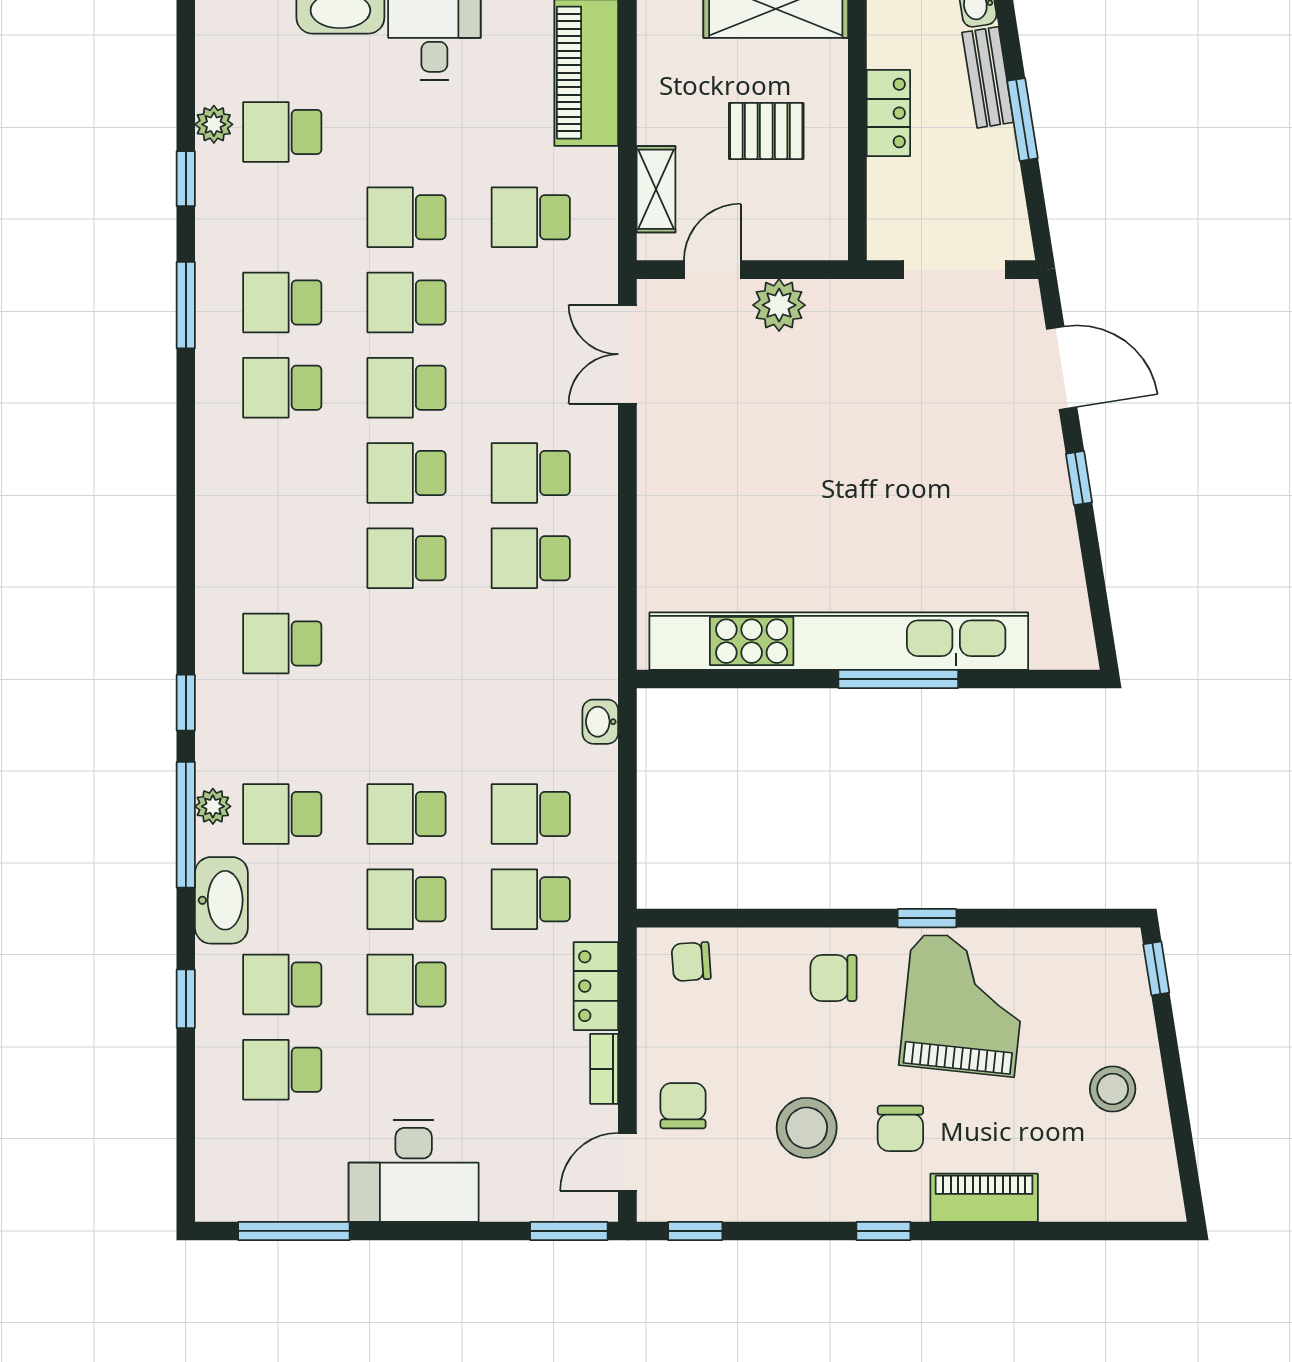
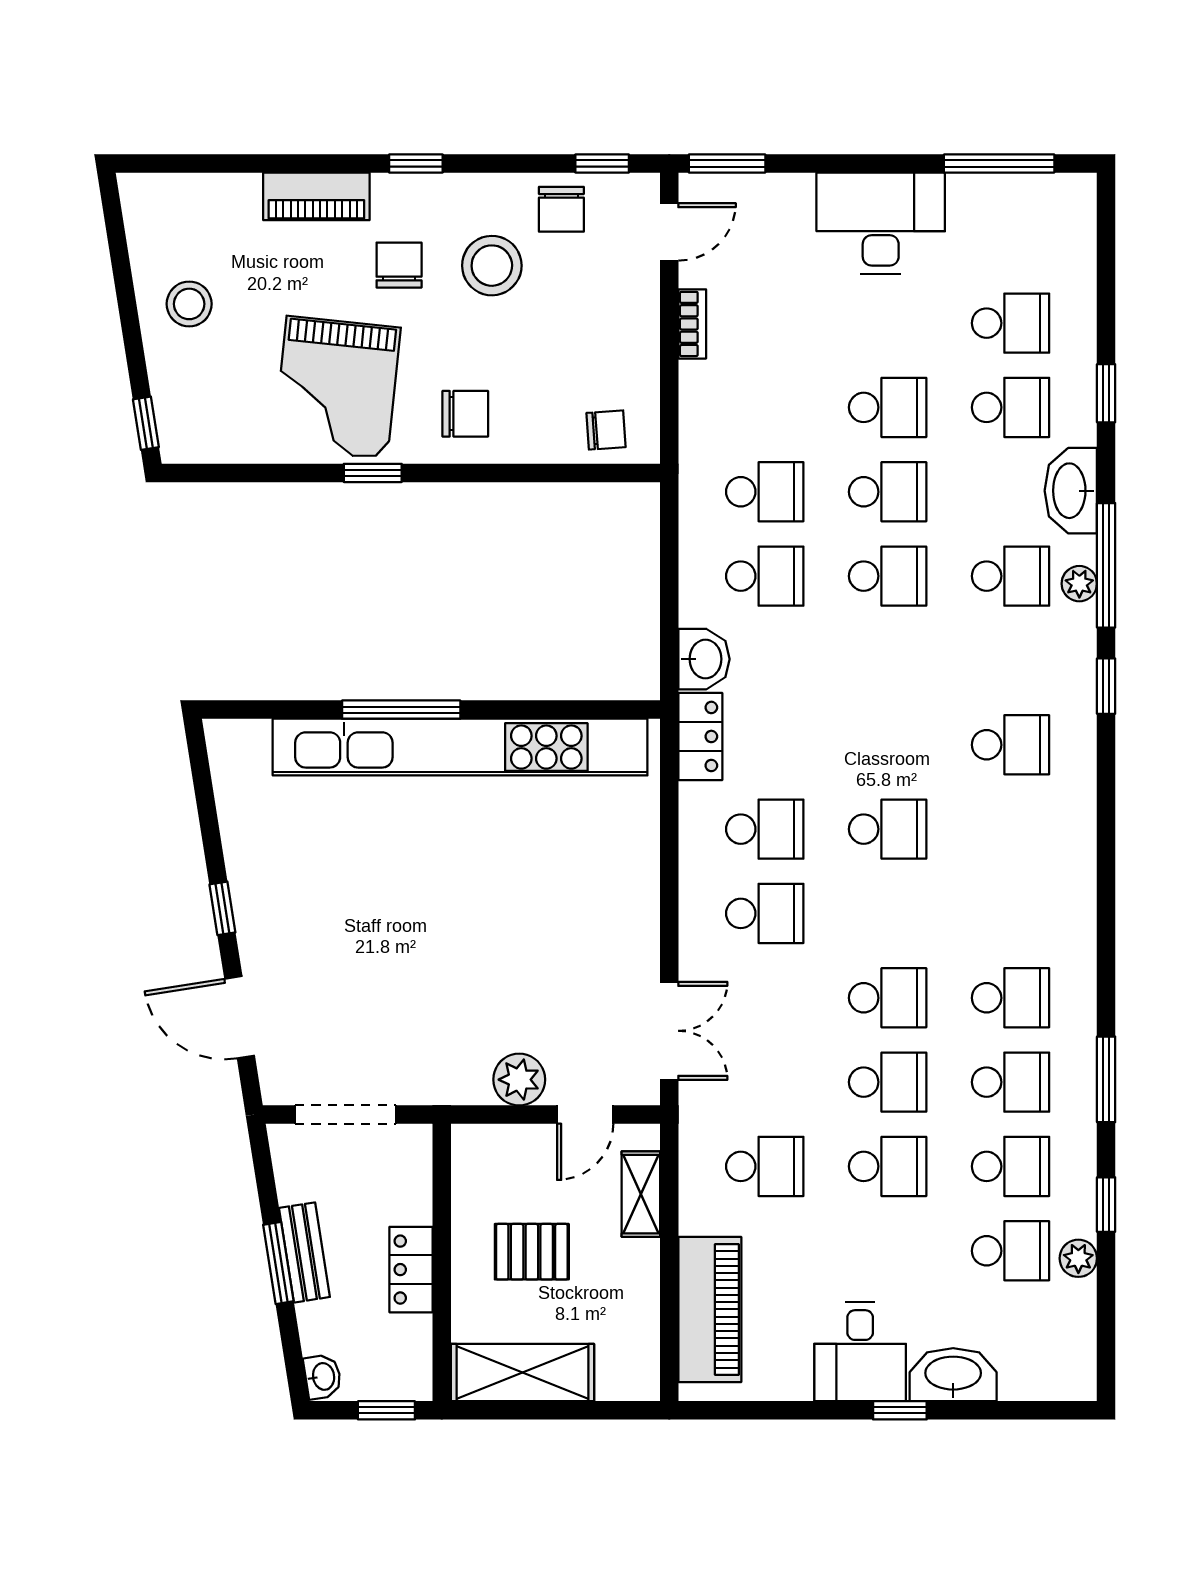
bench: (988, 77) -> (304, 1252), moved
school desk: (407, 473) -> (1011, 1166), moved
washbasin: (600, 722) -> (704, 659), width x1.38, depth x1.45
locker: (596, 986) -> (700, 736), moved
chair: (683, 1106) -> (561, 209), moved

